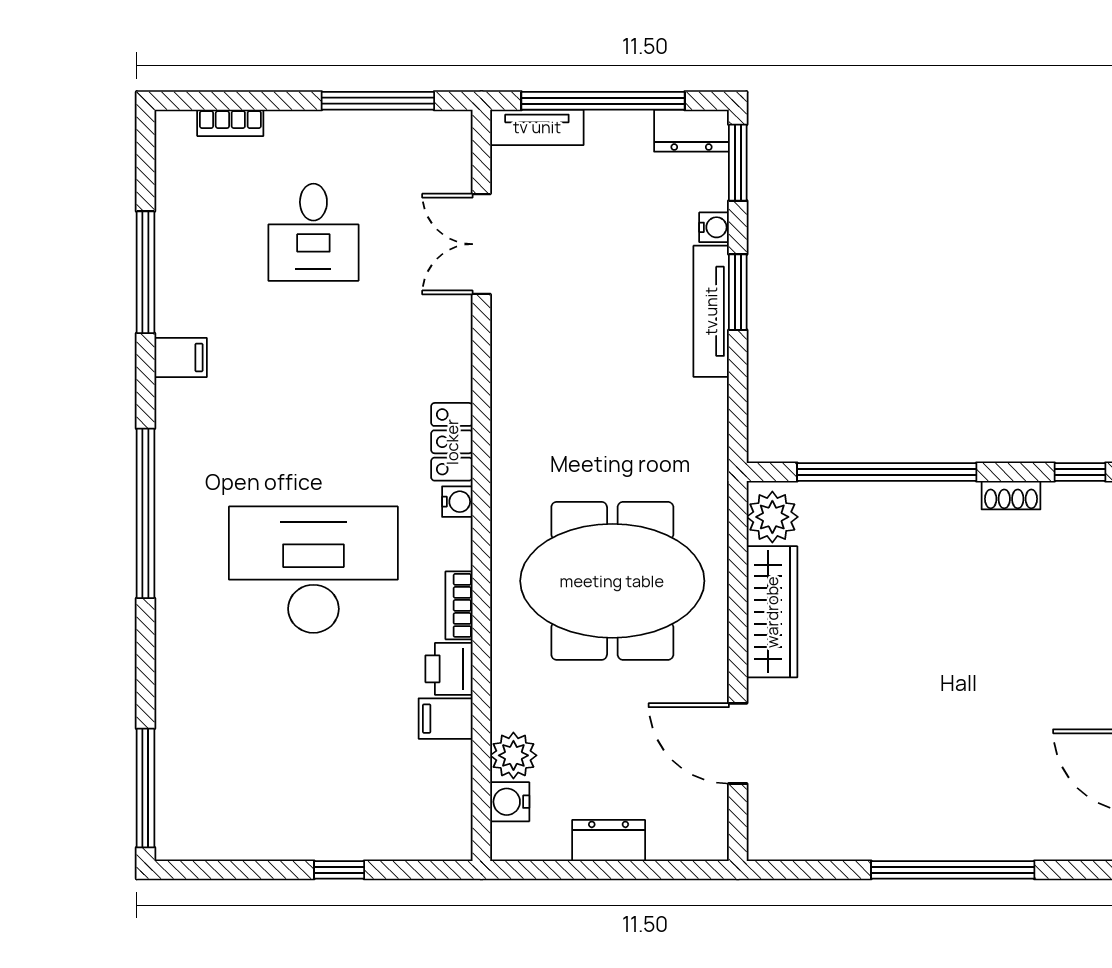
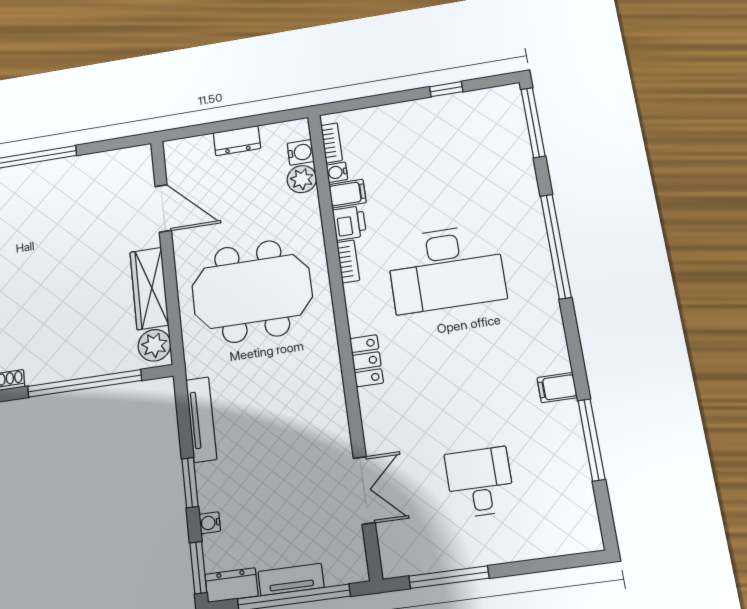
bookcase: (230, 123) -> (332, 143), moved, turned 90
tv unit: (537, 127) -> (291, 579), moved
tv unit: (711, 311) -> (201, 419), moved
water cooler: (457, 502) -> (337, 172), moved
window: (145, 513) -> (556, 246), moved
window: (339, 870) -> (446, 89), moved

